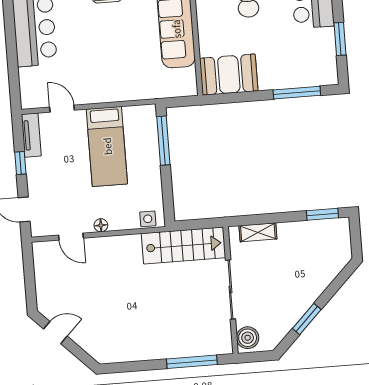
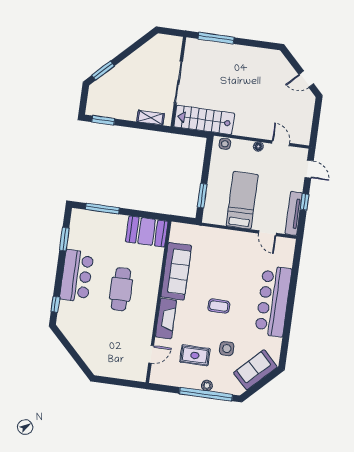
tv unit: (31, 135) -> (294, 213), width x1.41
window: (163, 141) -> (202, 196), width x0.69
window: (307, 319) -> (103, 71), moved
boiler: (248, 338) -> (174, 46), removed

